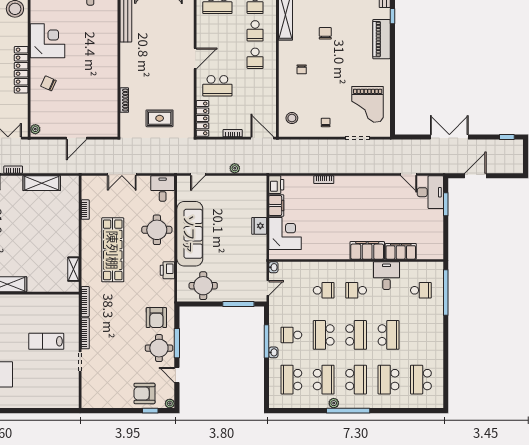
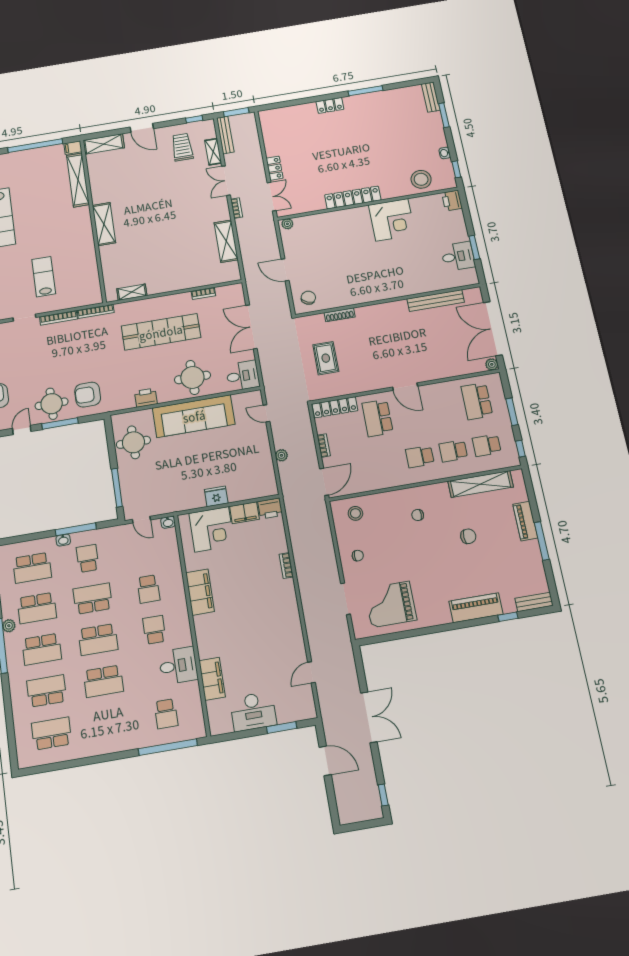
chair: (48, 83) -> (308, 298), moved
double door: (122, 175) -> (251, 327), width x1.37
desk: (430, 192) -> (253, 711), moved
filing cabinet: (367, 250) -> (200, 592), moved
school desk: (291, 380) -> (32, 568), turned 180

